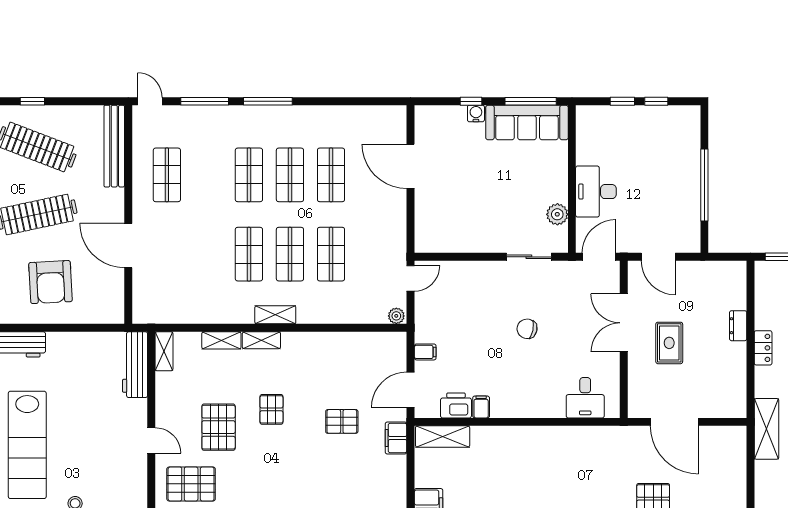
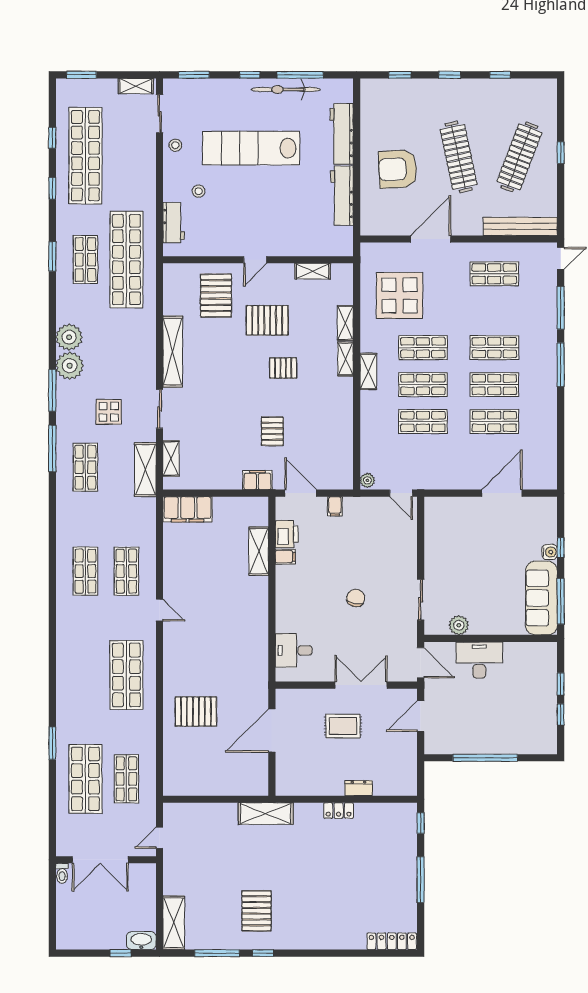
display table: (191, 280) -> (399, 295), added
shelving: (164, 351) -> (313, 271), moved
workbench: (135, 365) -> (342, 195), moved, turned -90
shelving: (443, 437) -> (259, 551), moved

